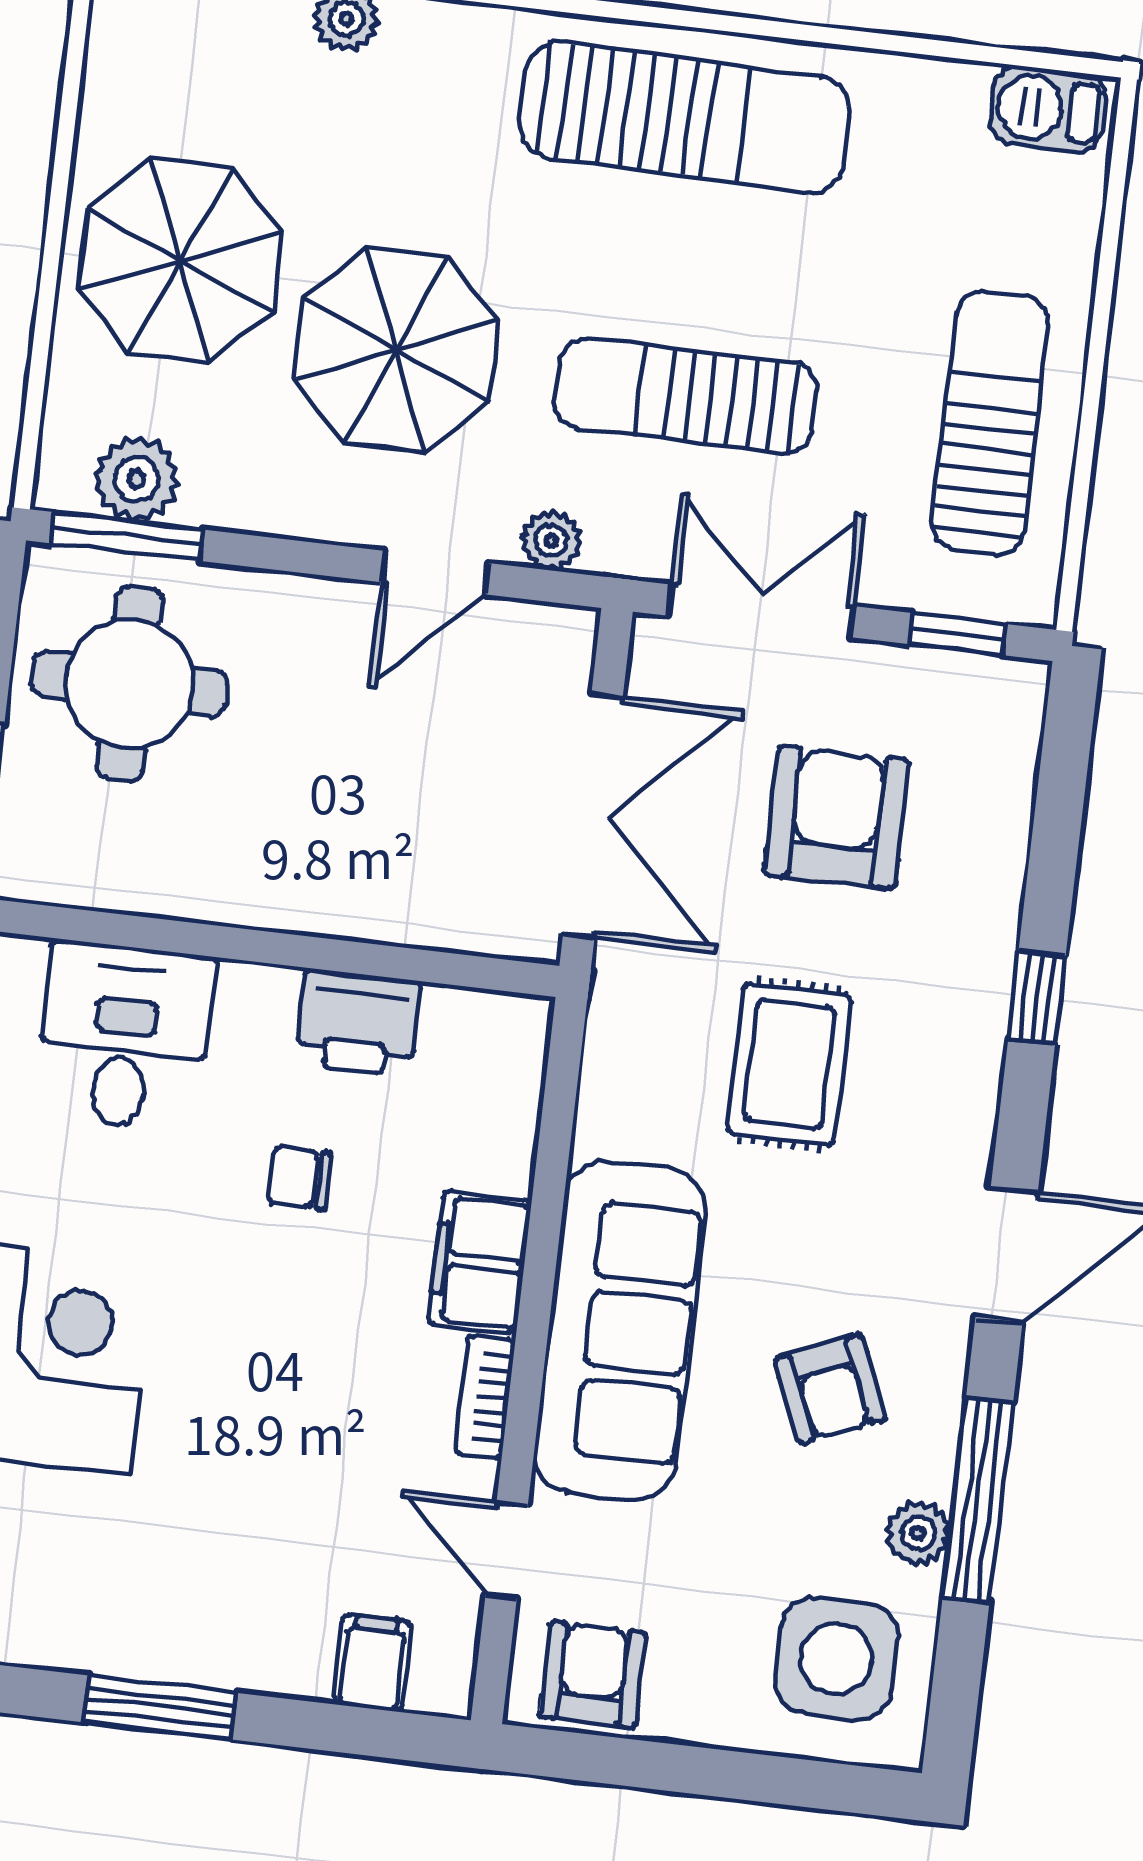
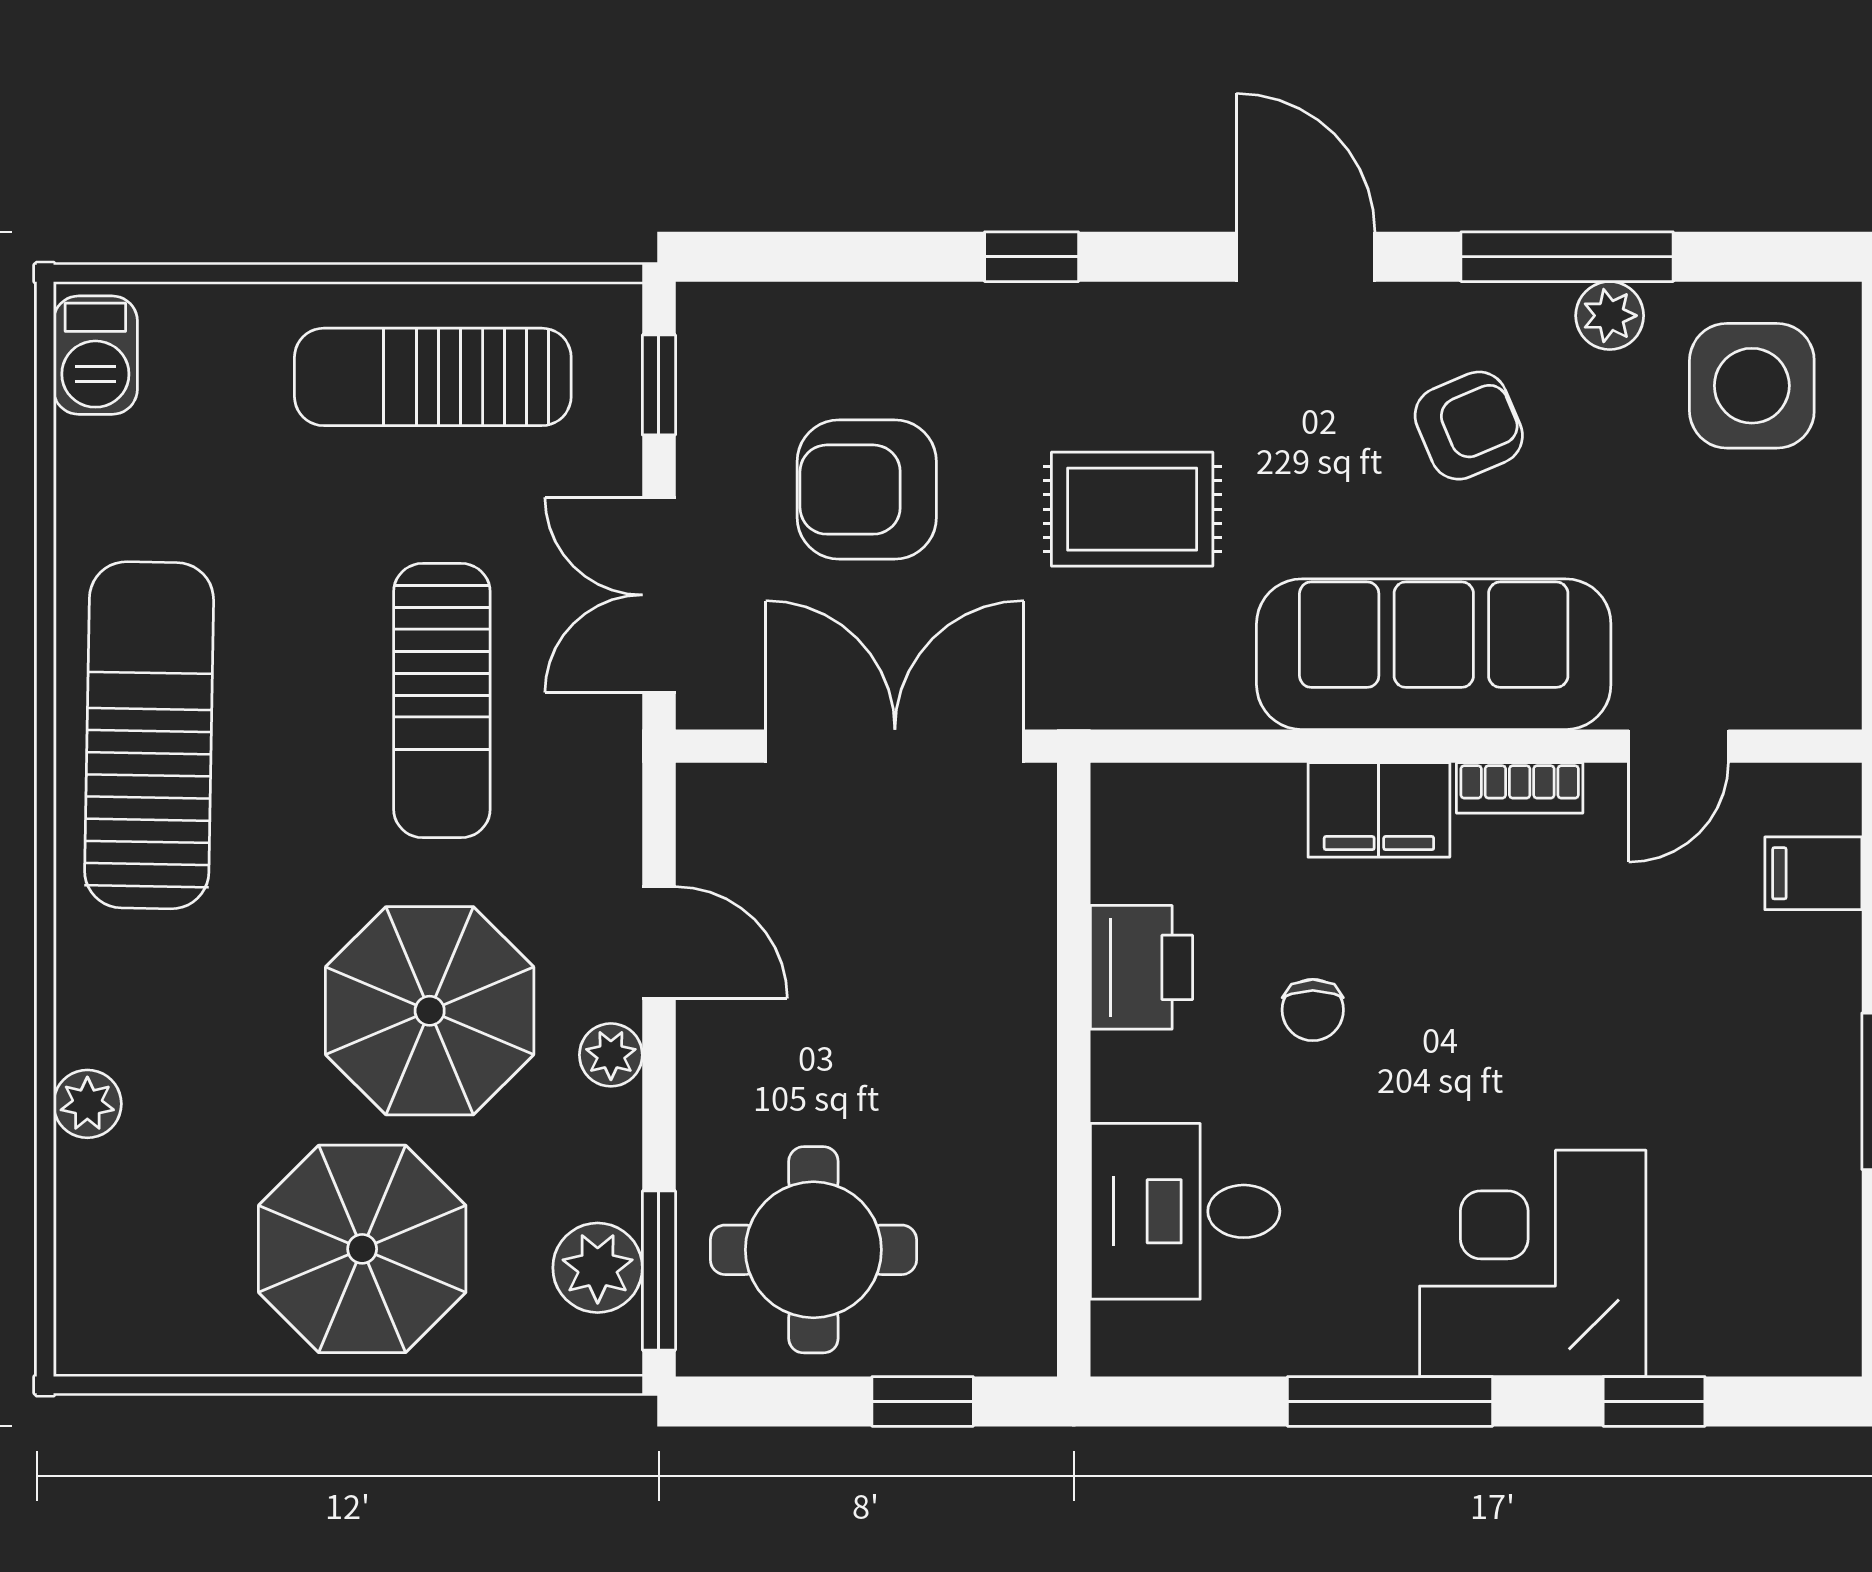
plant: (551, 541) -> (611, 1055), moved
armchair: (593, 1675) -> (1798, 640), removed

